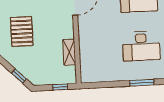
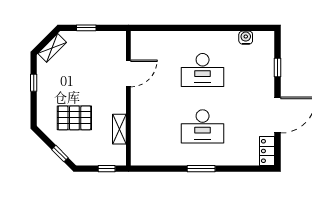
pallet: (22, 31) -> (74, 118), moved, turned 90

